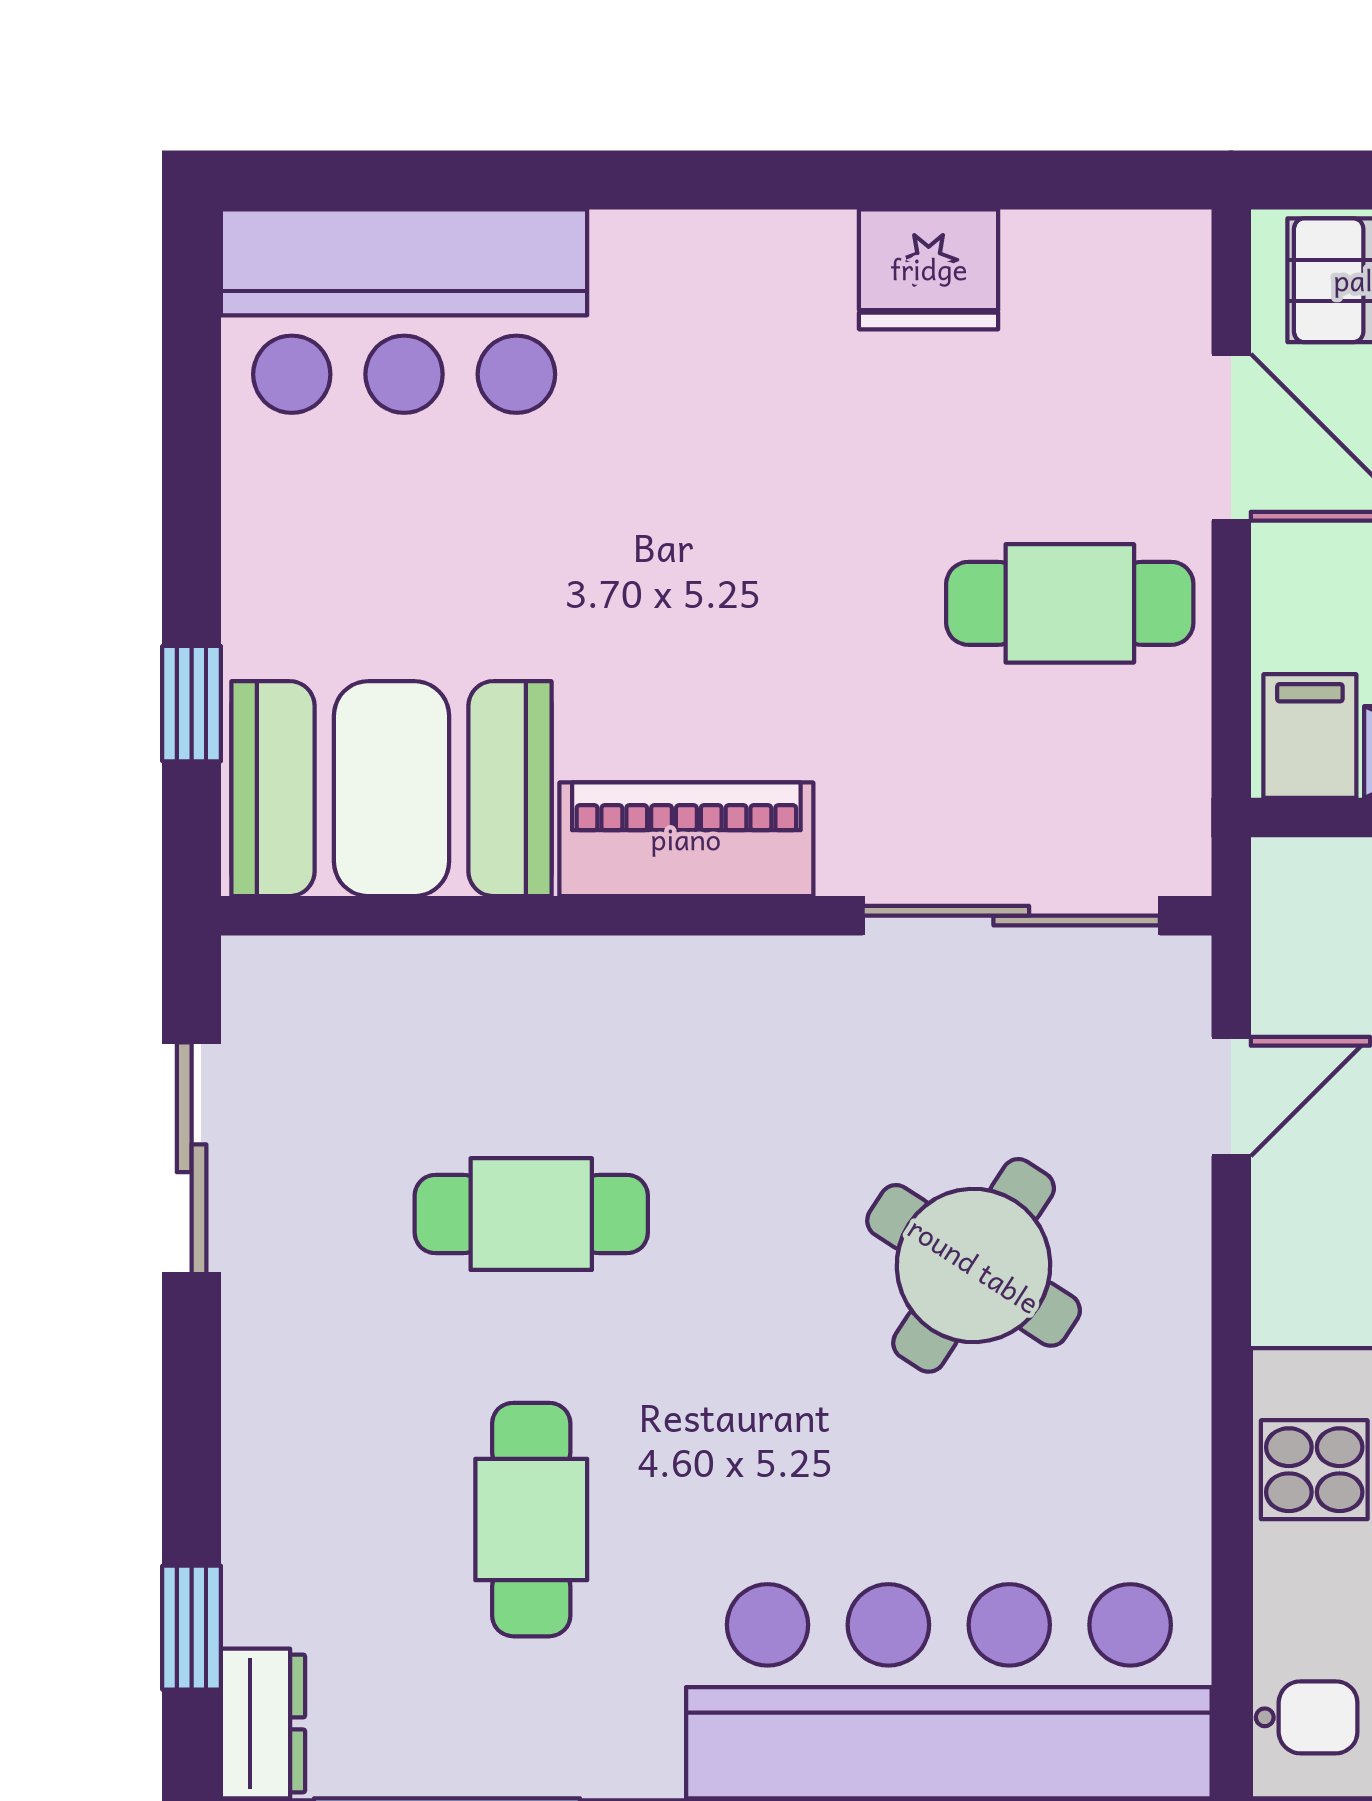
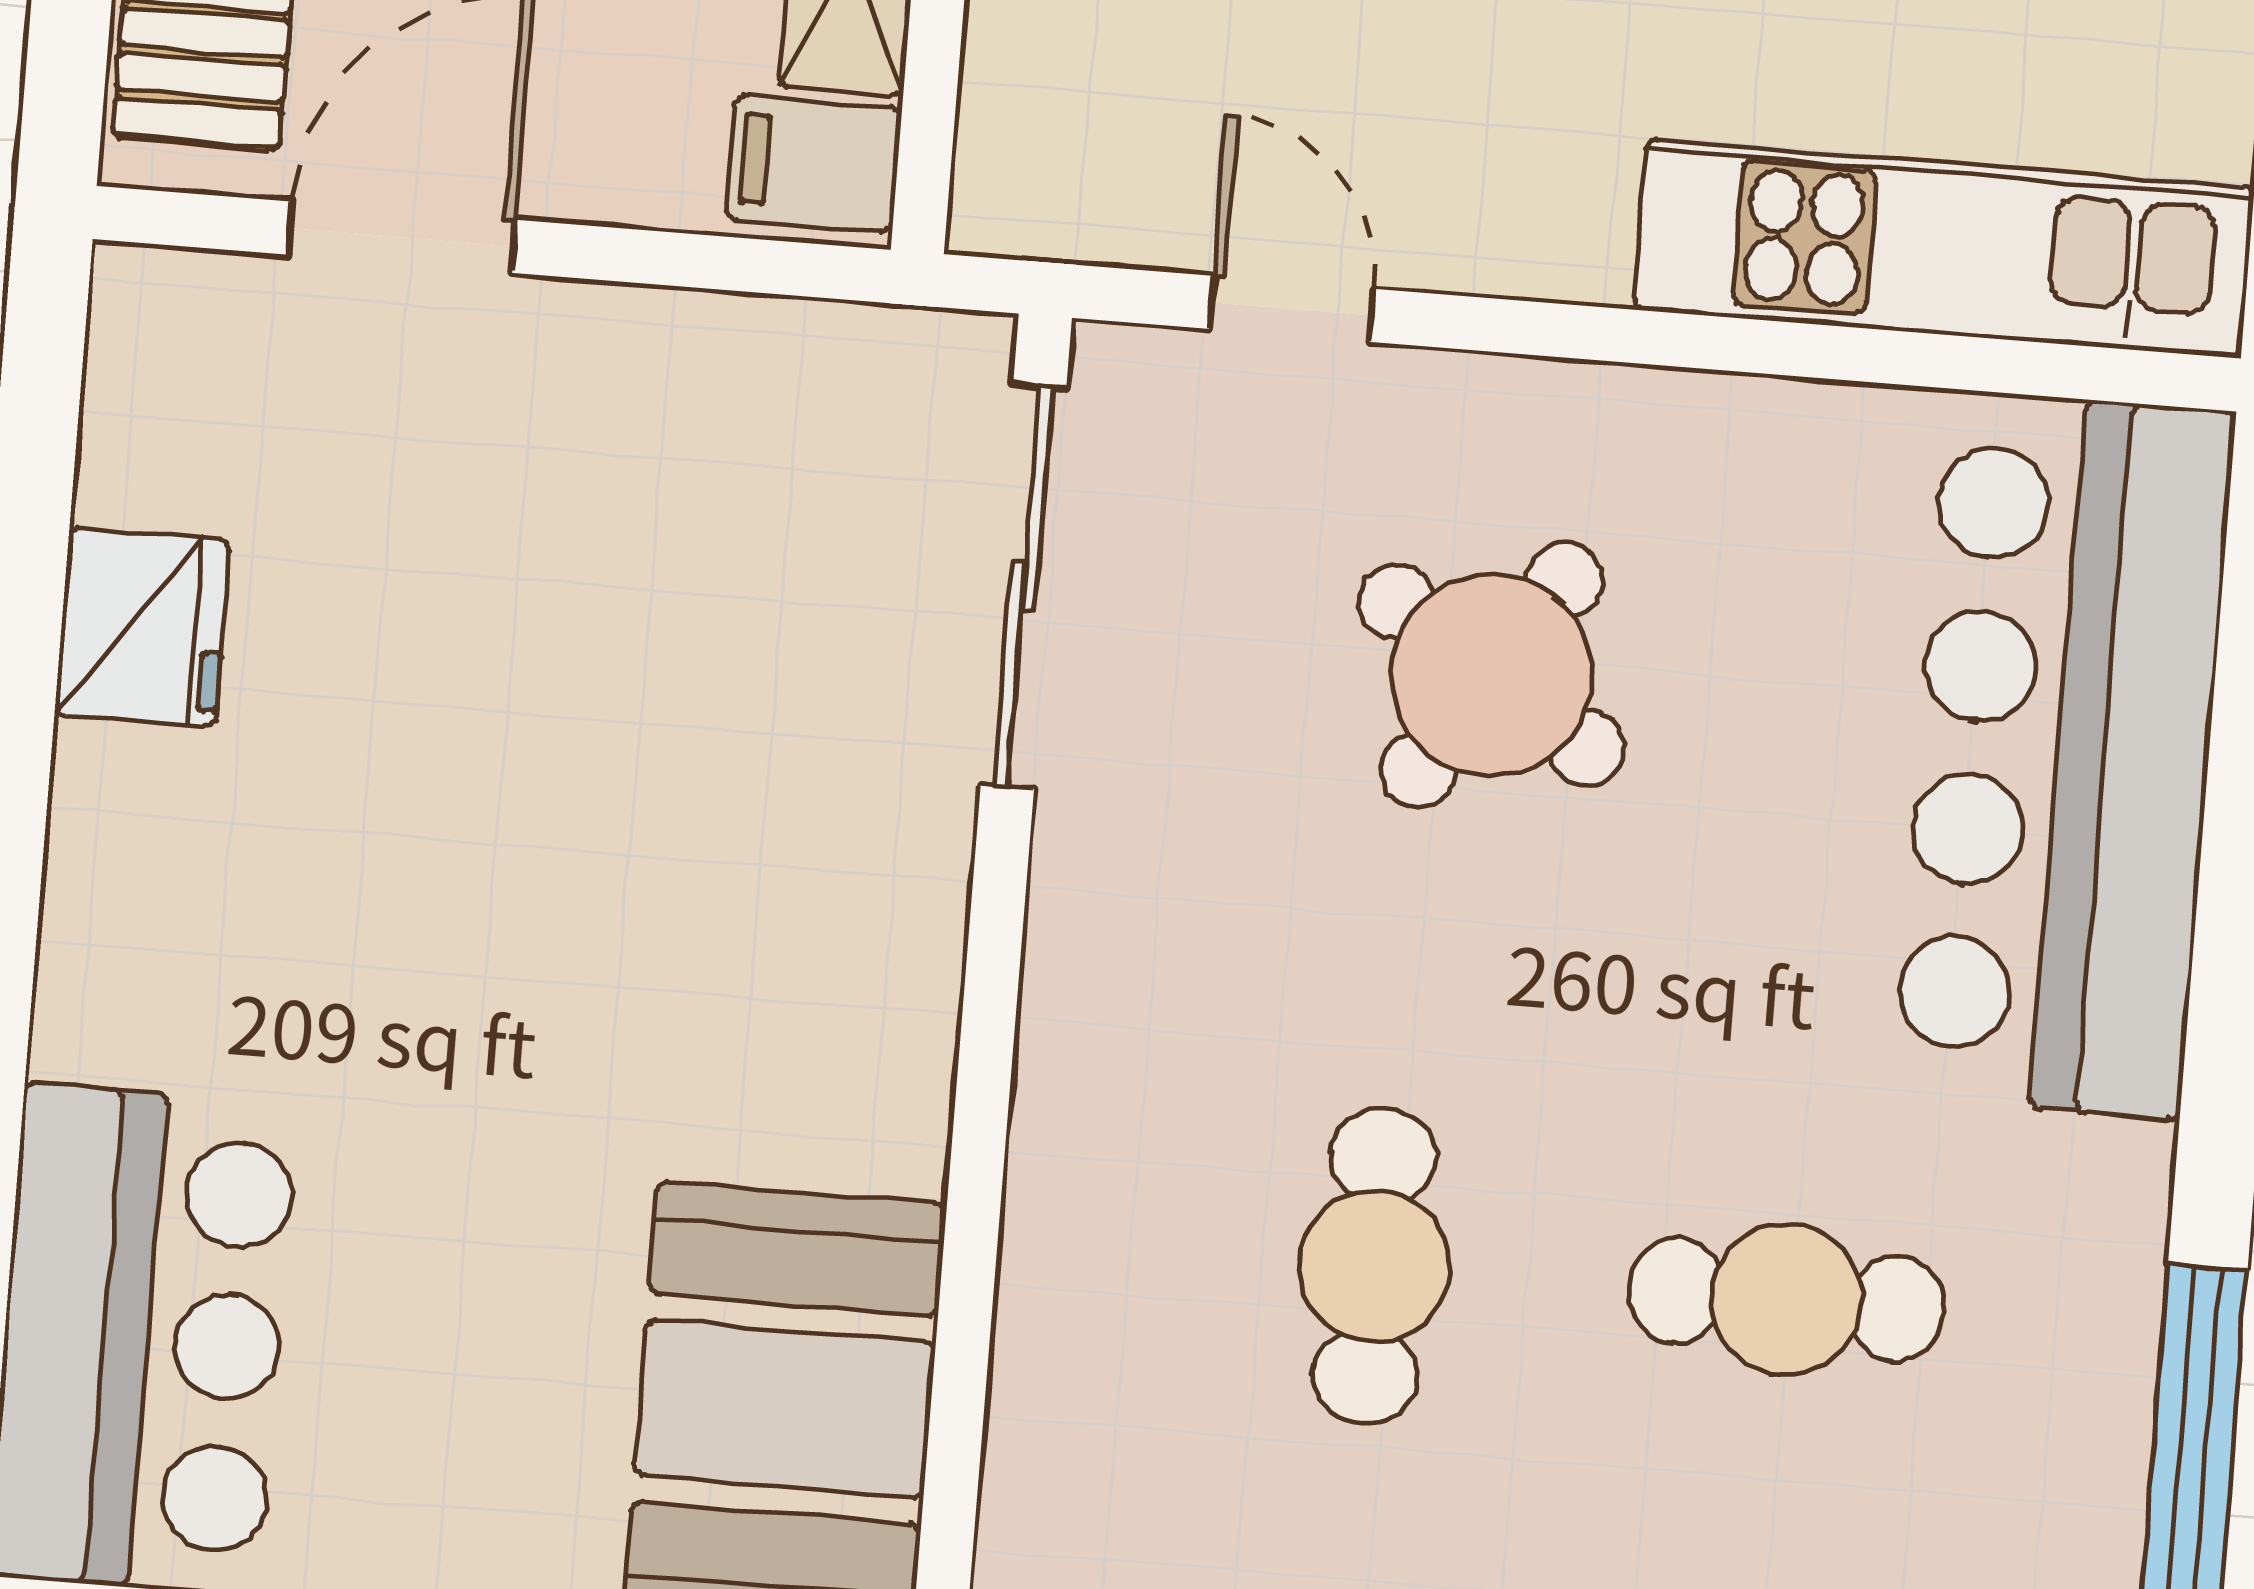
cafe table: (1070, 603) -> (609, 473), removed
piano: (686, 839) -> (885, 1016), removed

